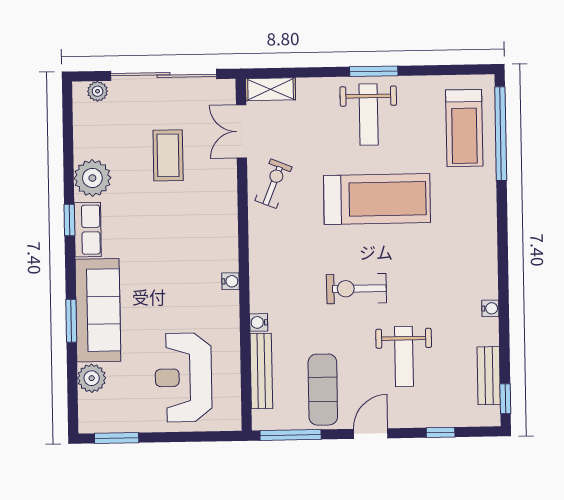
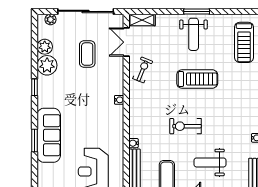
treadmill: (377, 199) -> (197, 79), width x0.73, depth x0.73
row of seats: (88, 230) -> (44, 93), removed
water cooler: (231, 281) -> (119, 100), moved
weight bench: (404, 356) -> (210, 162), turned 90
plant: (92, 378) -> (45, 47), moved

